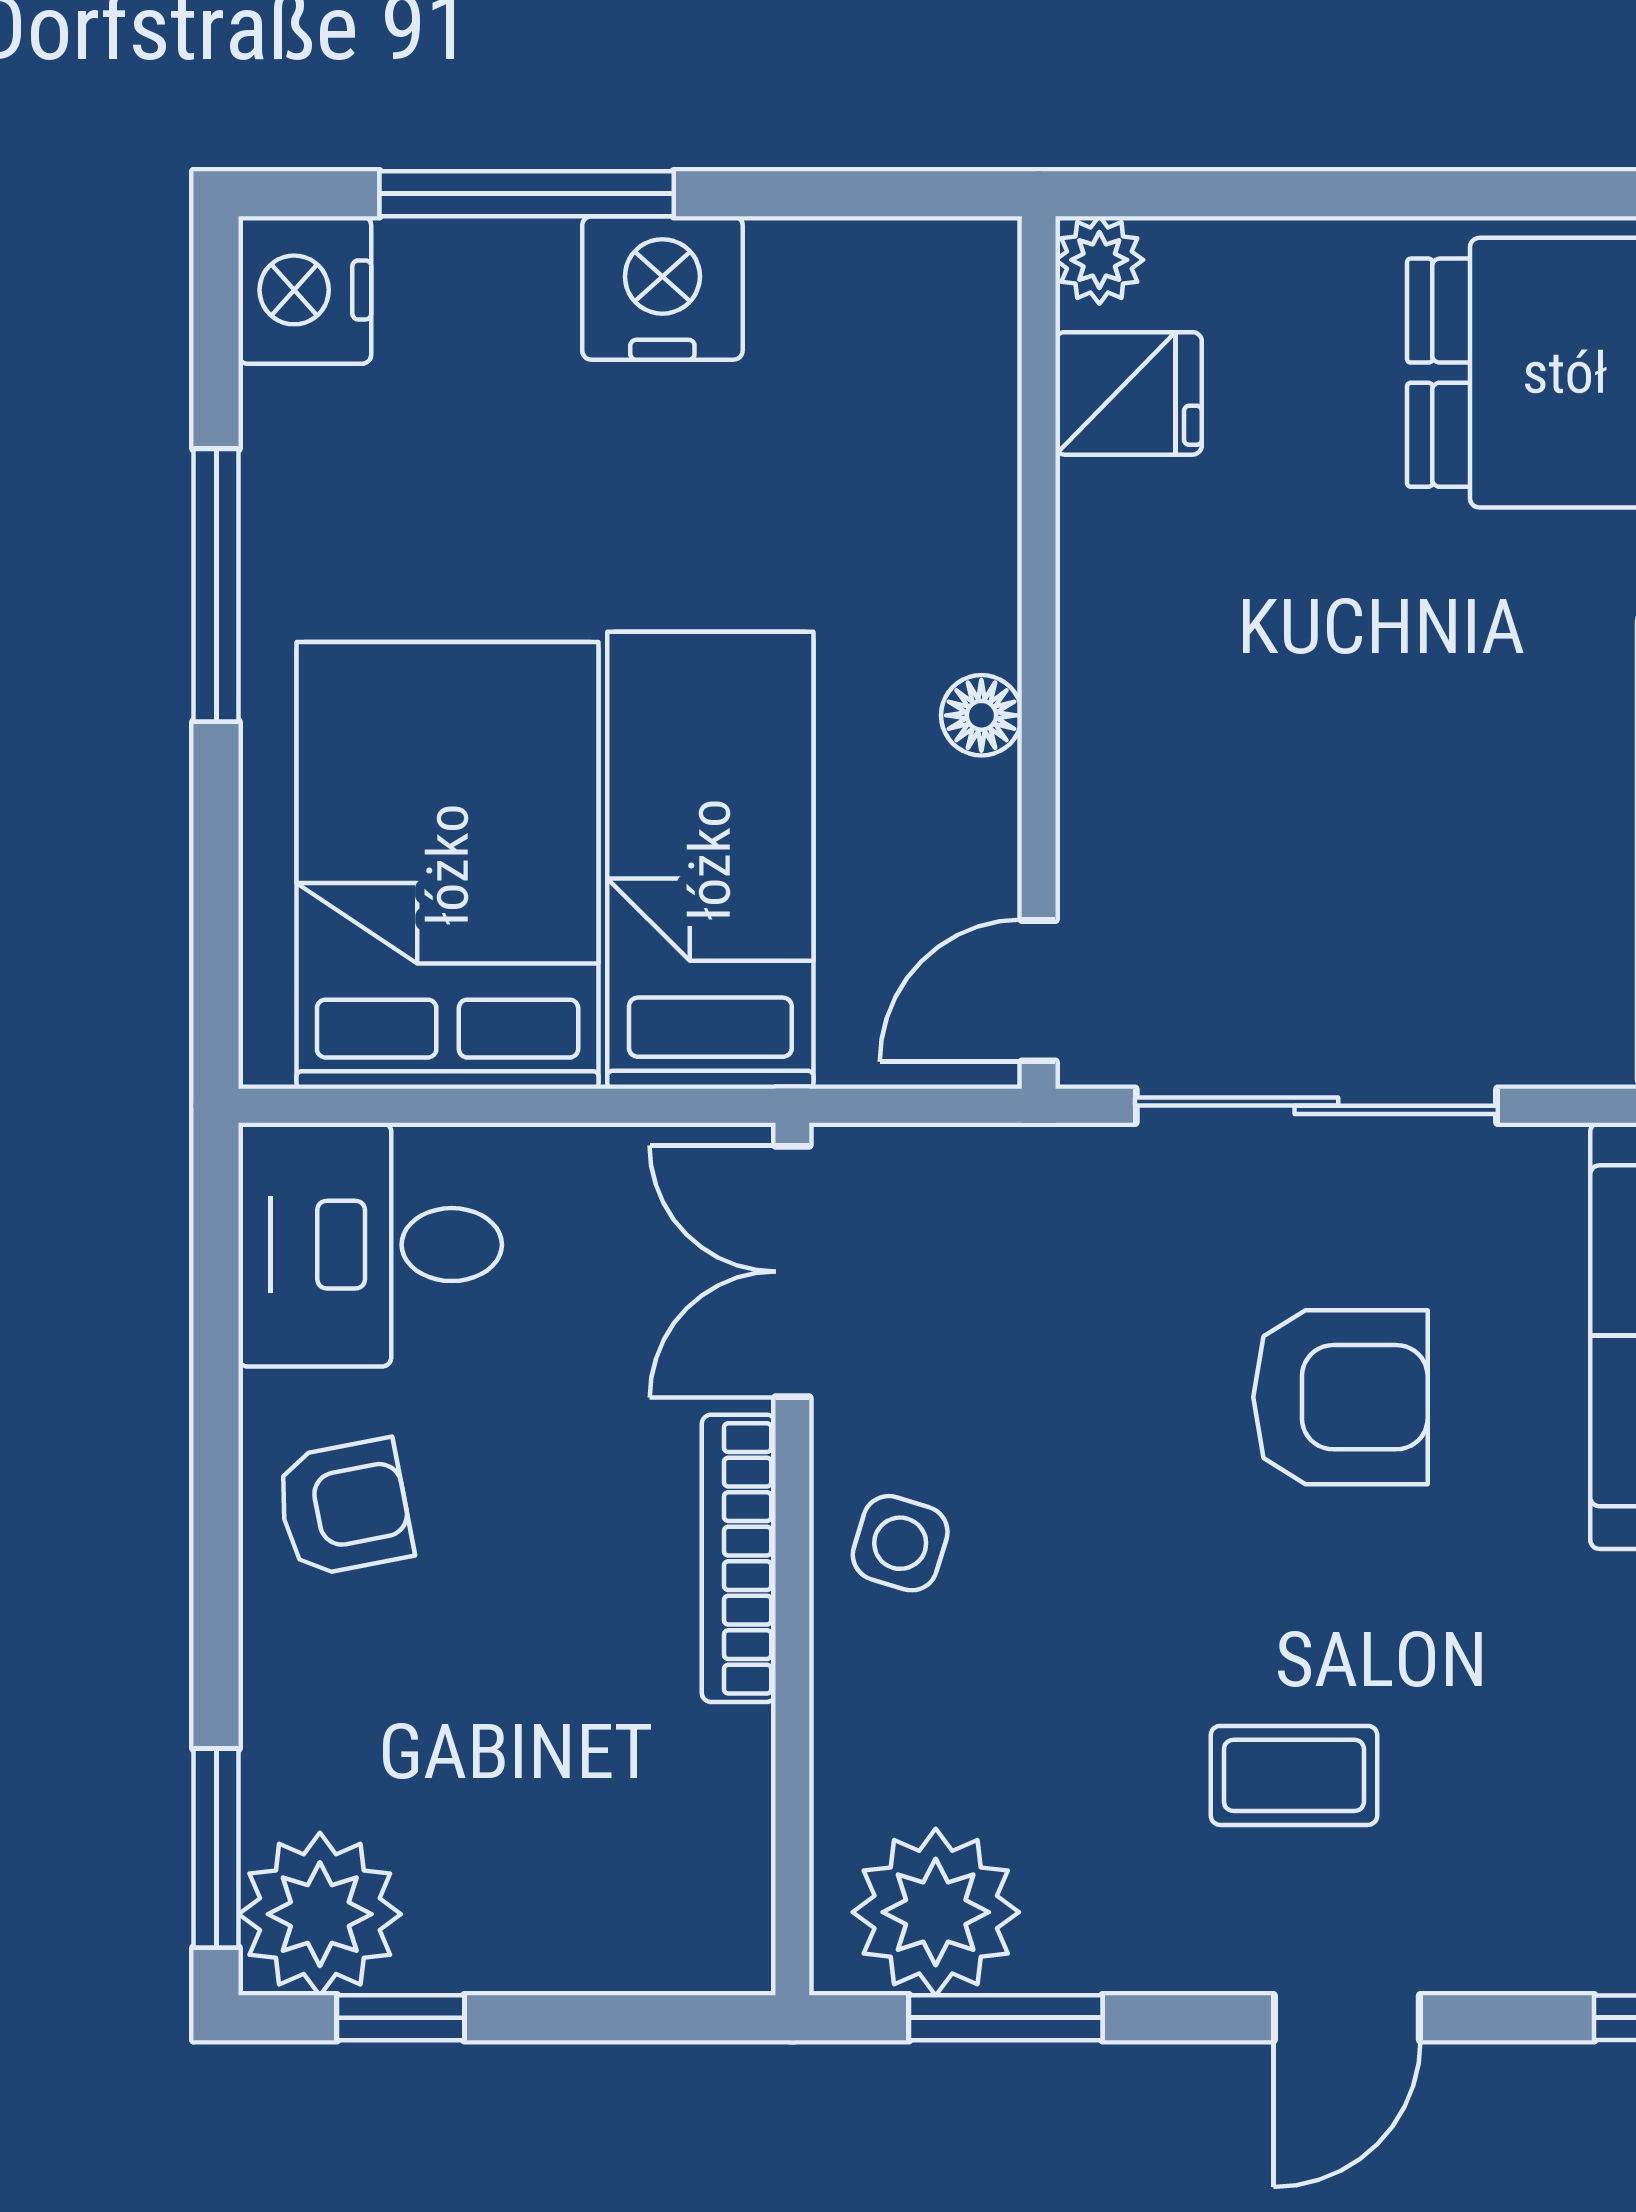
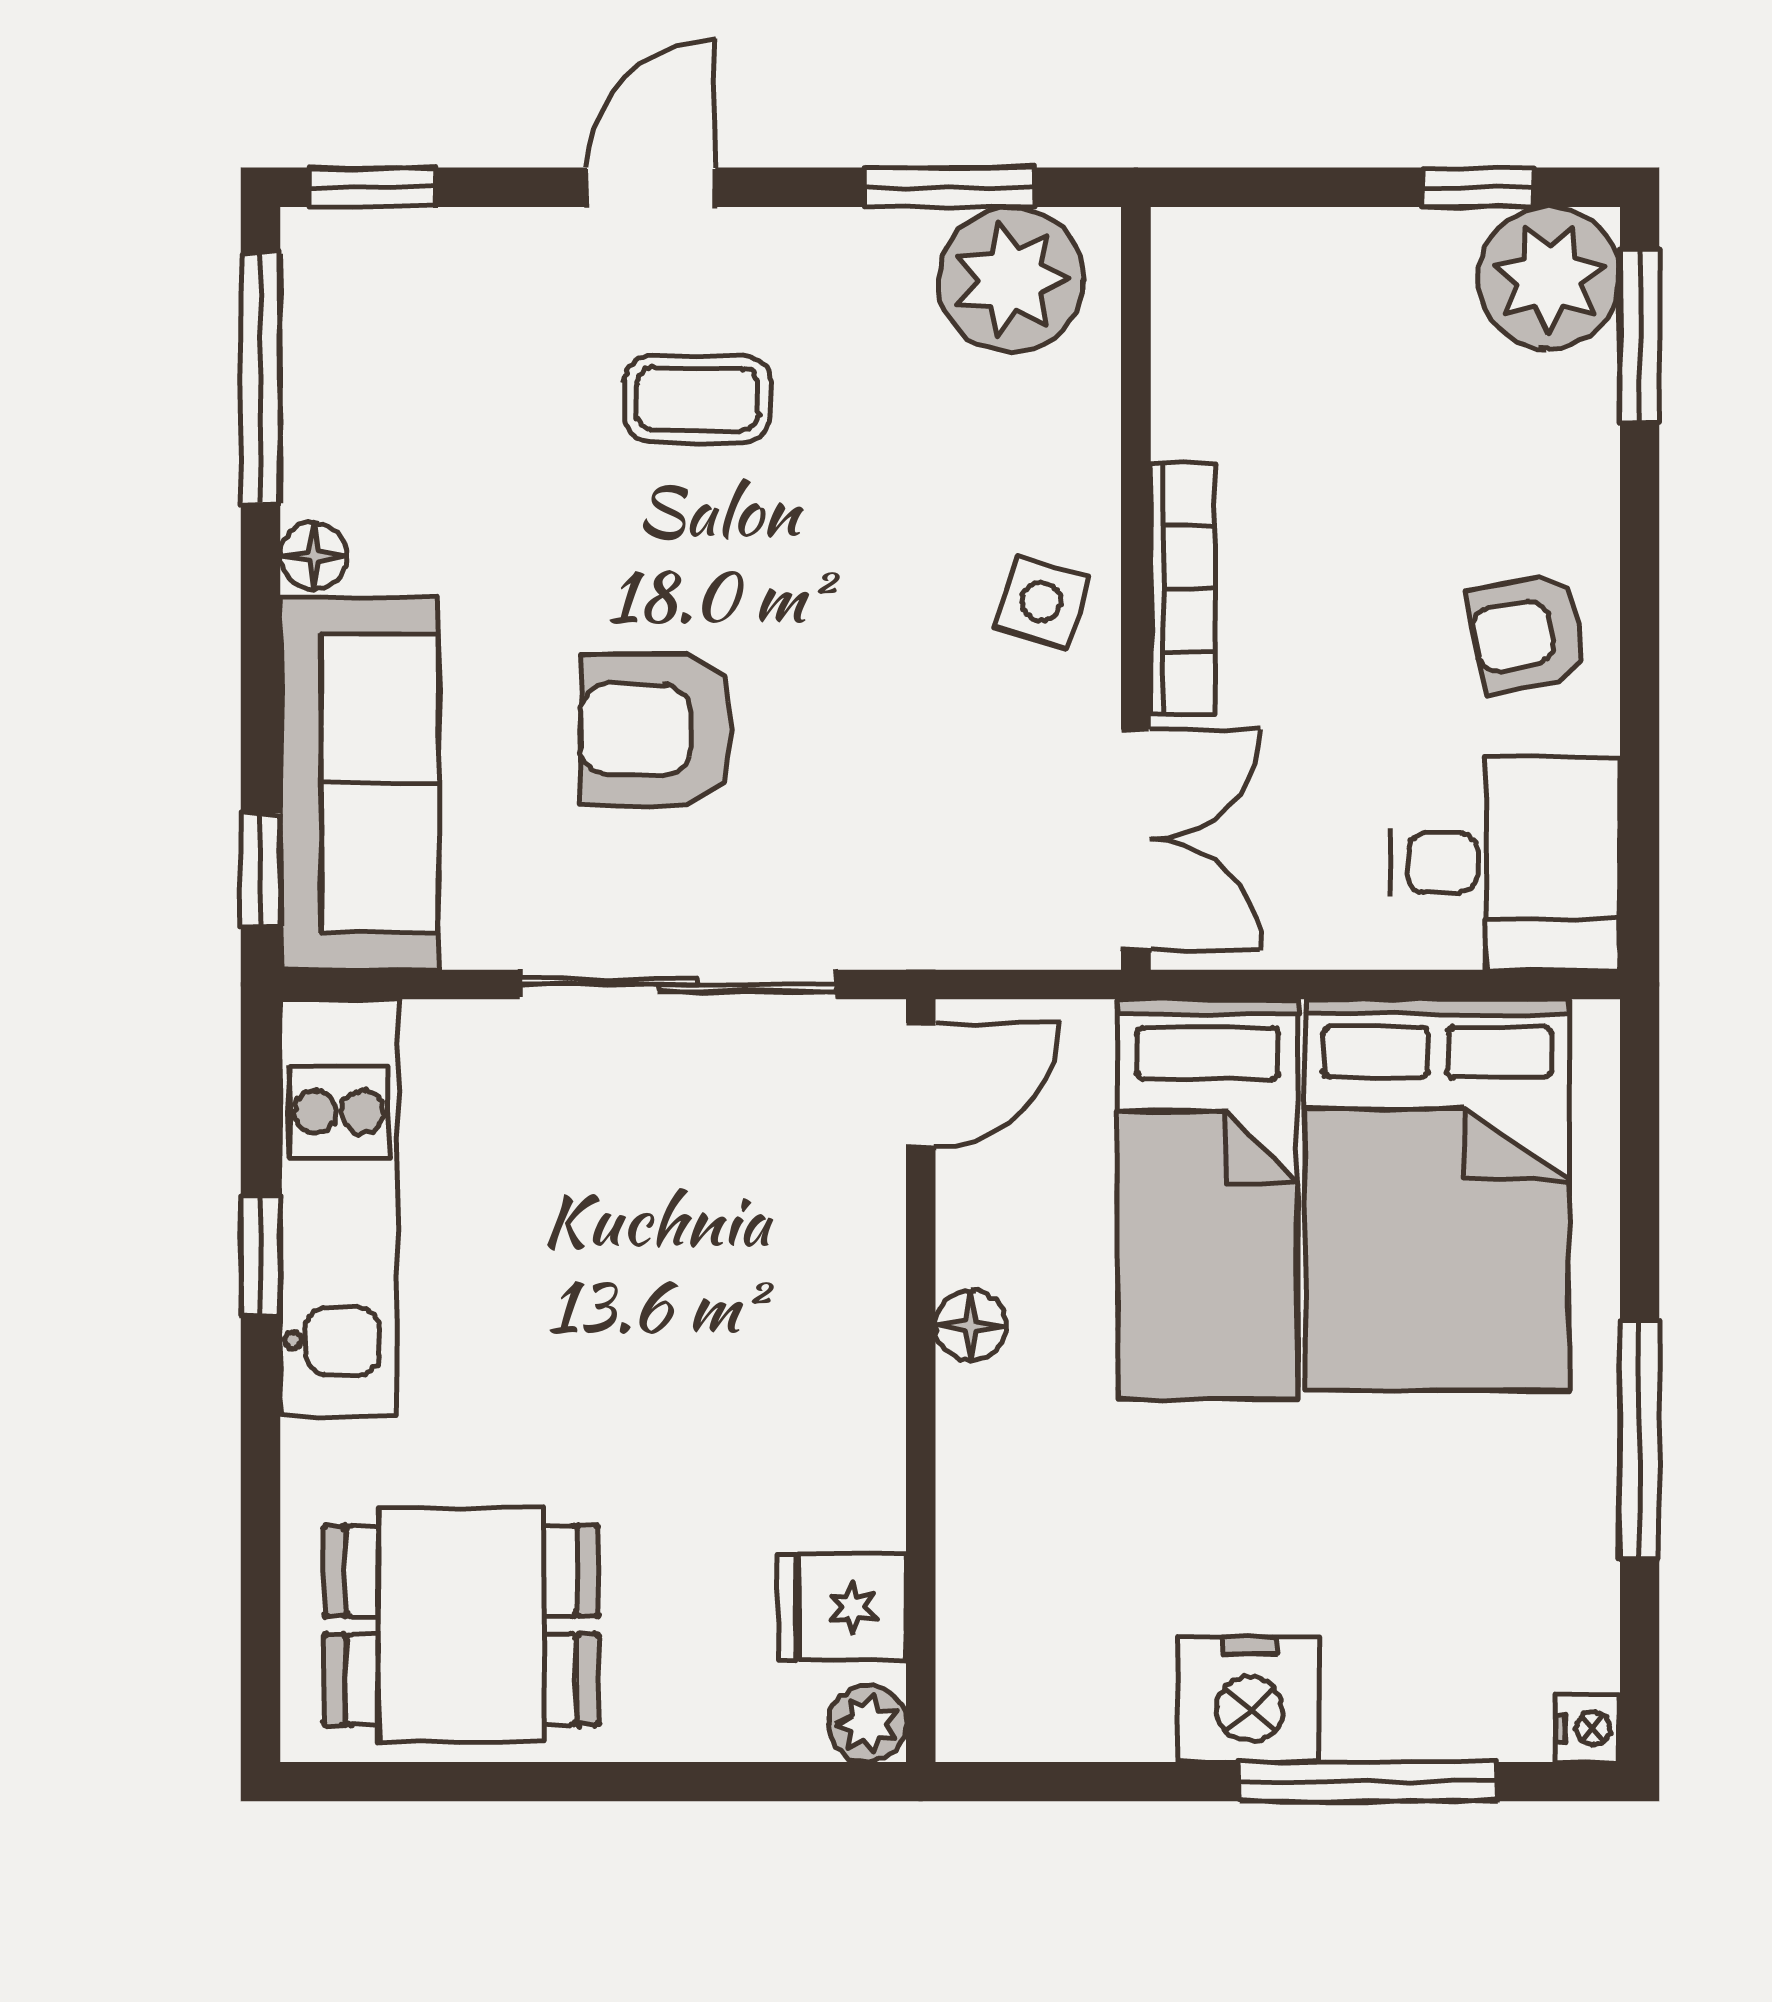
nightstand: (305, 290) -> (1588, 1728), width x0.53, depth x0.56

